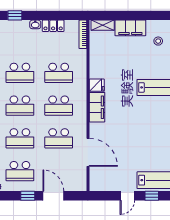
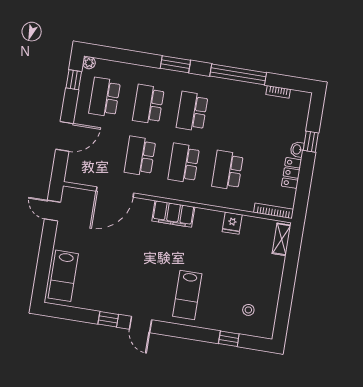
window: (15, 15) -> (311, 142), moved
filing cabinet: (130, 28) -> (272, 276), removed
school desk: (20, 73) -> (236, 118), removed
fridge: (97, 85) -> (232, 223), moved
window: (28, 196) -> (74, 80), moved
door: (127, 196) -> (53, 211), moved
window: (152, 196) -> (43, 268), removed

